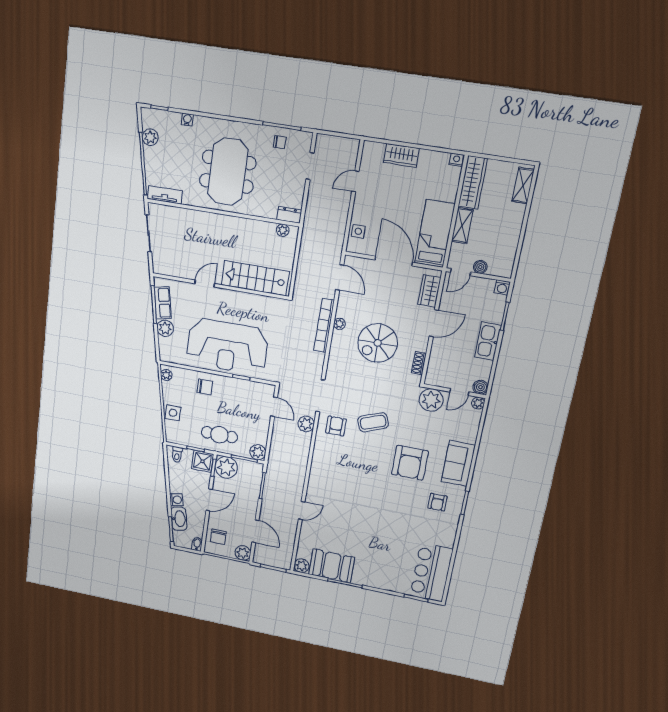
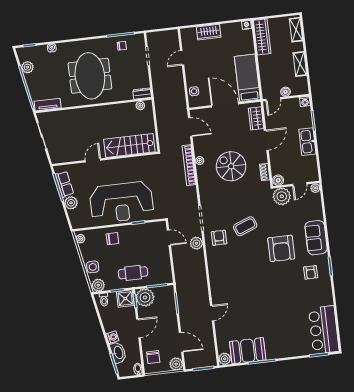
shelving: (462, 226) -> (300, 64), moved
spiral stairs: (378, 343) -> (231, 166), turned 90
boiler: (480, 387) -> (278, 180), moved
plant: (258, 452) -> (98, 285), moved

